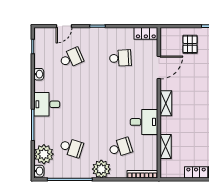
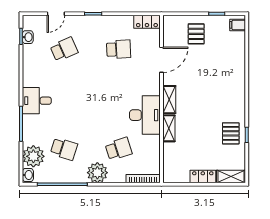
washbasin: (39, 74) -> (28, 37), moved
desk: (144, 122) -> (145, 115), width x1.37
shelving: (166, 147) -> (169, 128), moved

